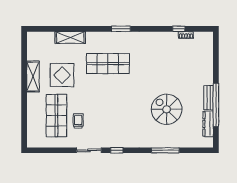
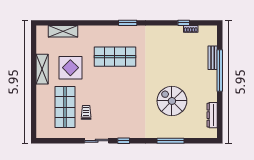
shelving: (70, 38) -> (63, 31), moved
bench: (209, 98) -> (213, 58), moved
window: (216, 105) -> (220, 70), moved

